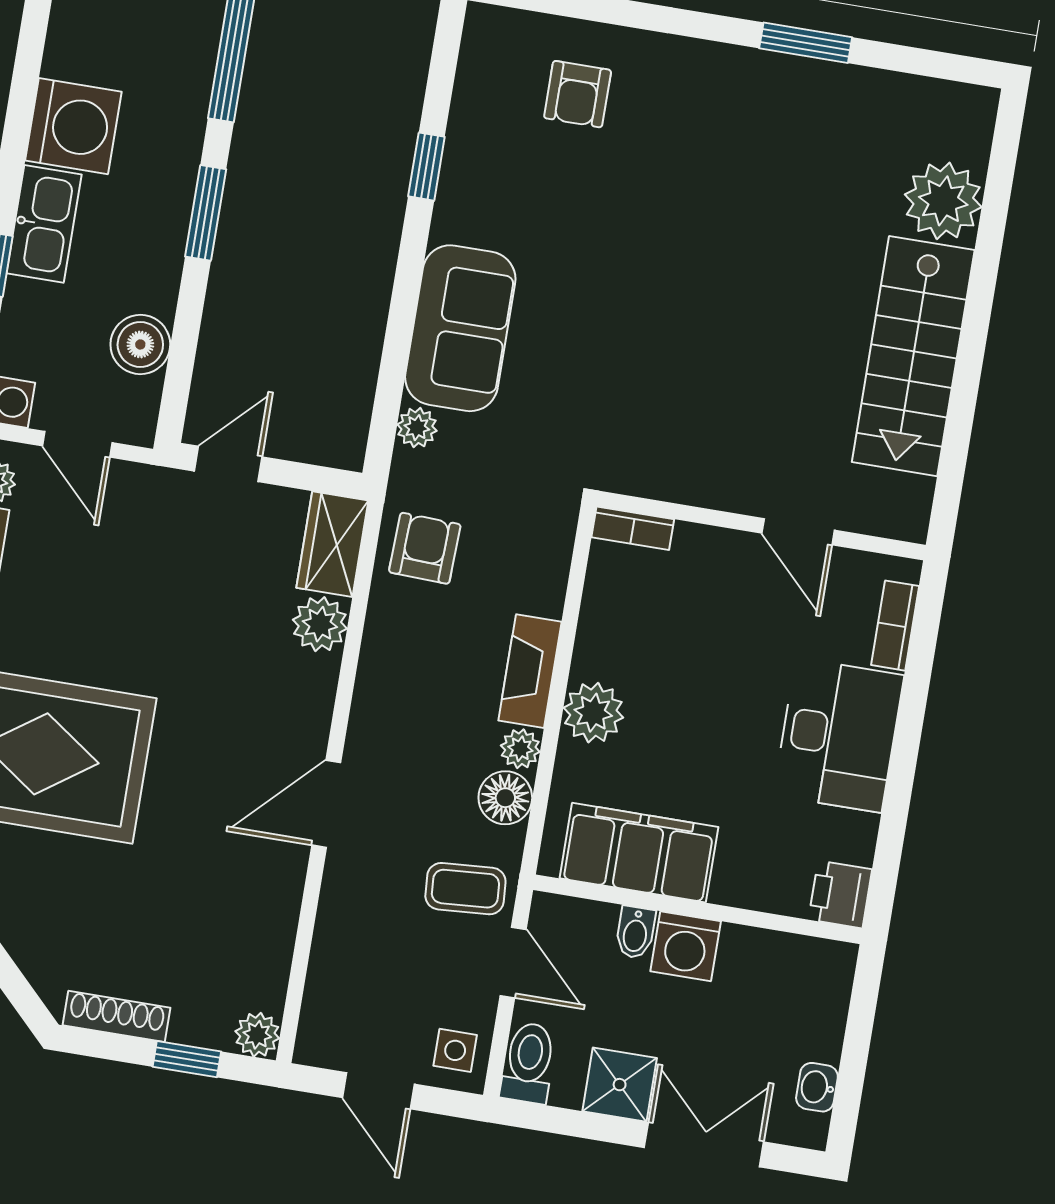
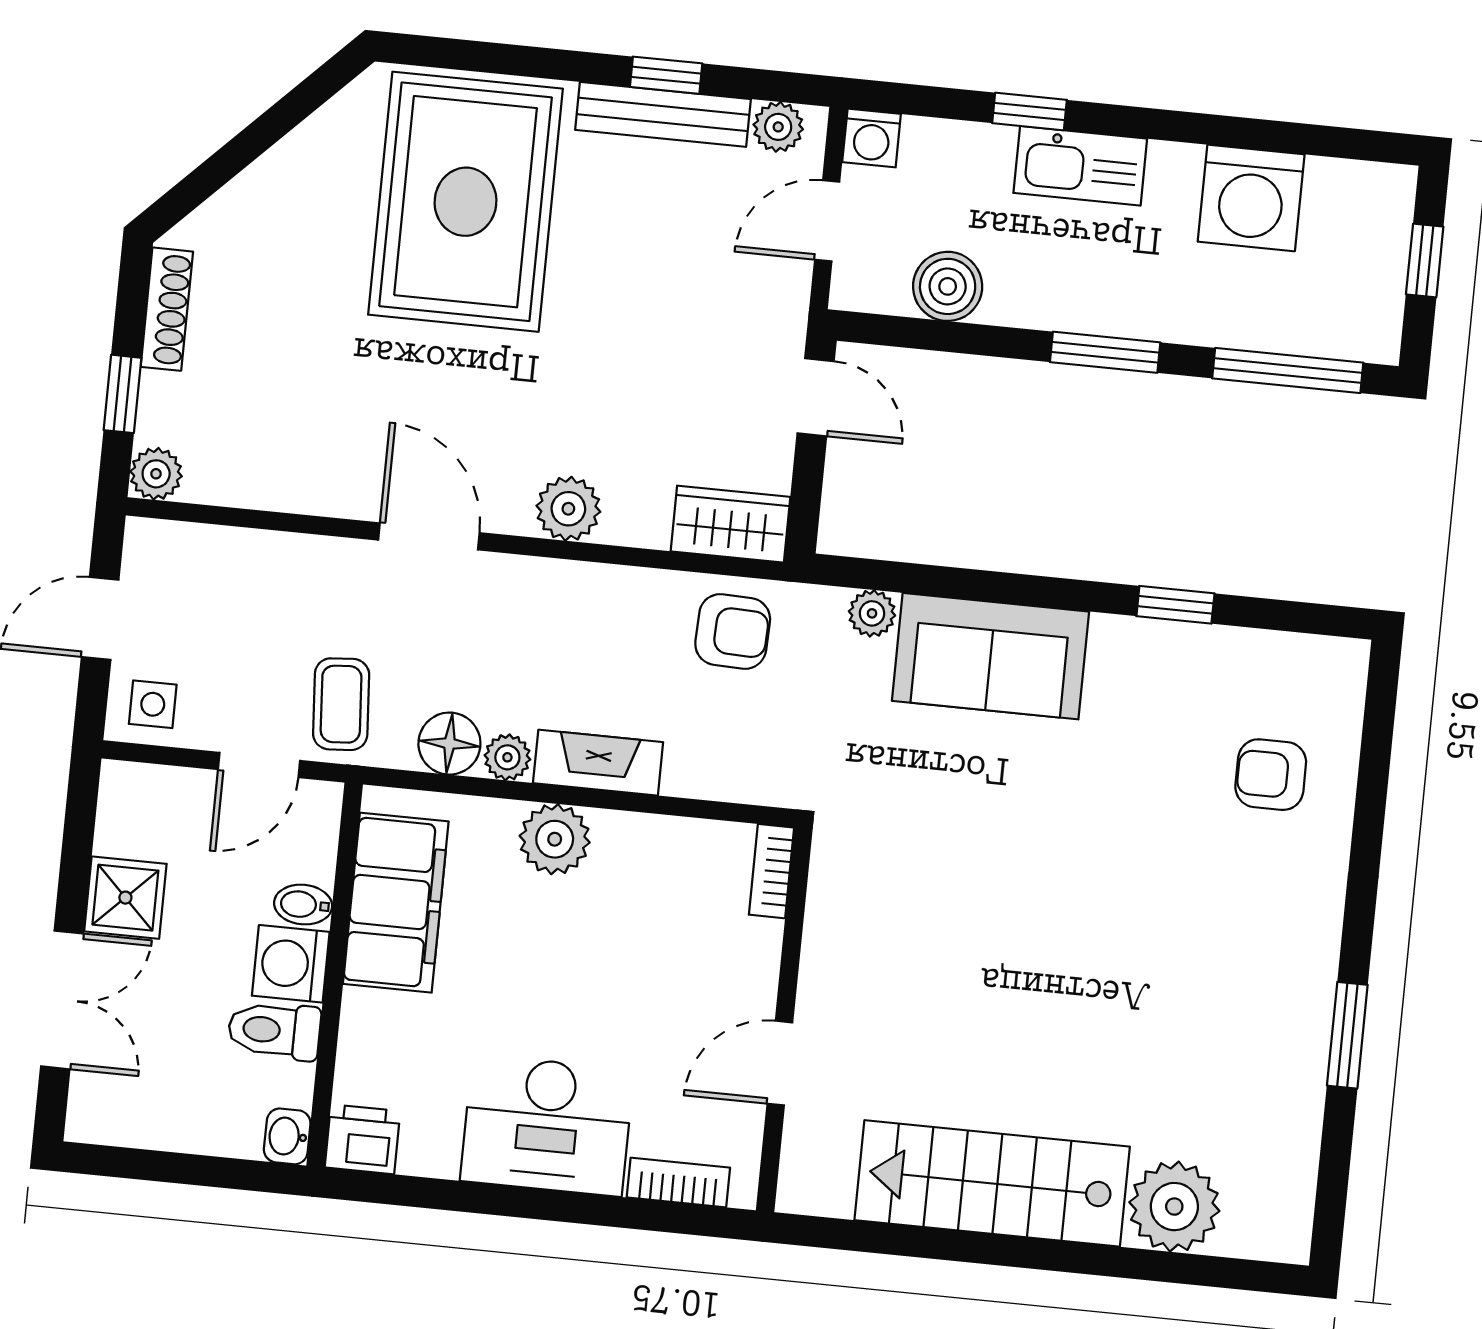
washing machine: (73, 126) -> (1251, 198), moved
plant: (320, 624) -> (568, 509), moved
toilet: (528, 1063) -> (274, 1030), moved, turned 180
washbasin: (817, 1087) -> (287, 1136), moved, turned -90

